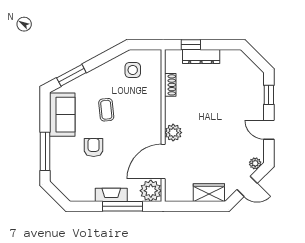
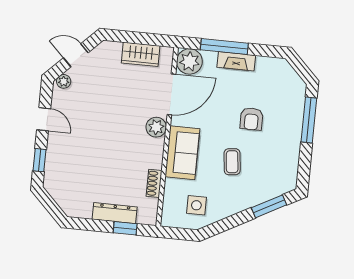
sofa: (62, 115) -> (182, 153), moved, turned 180
wardrobe: (209, 193) -> (141, 54), moved

